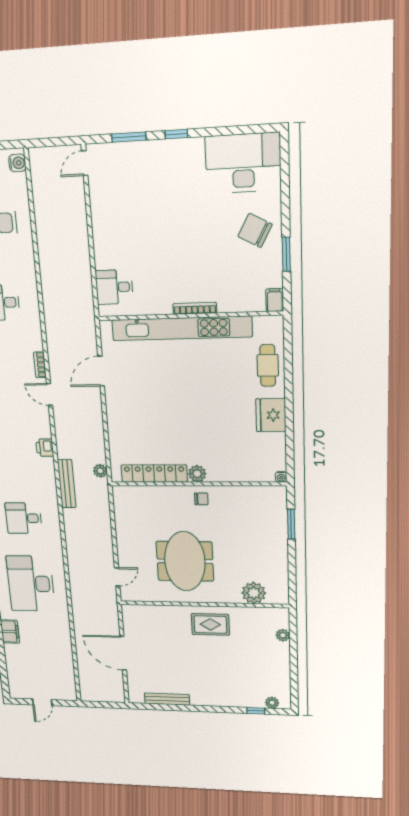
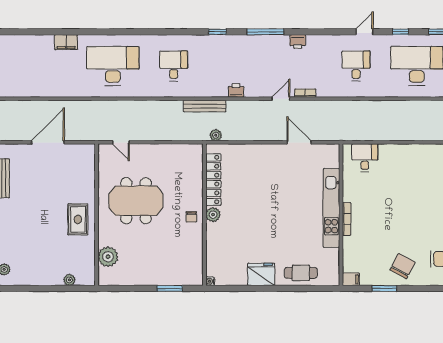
kitchen unit: (182, 328) -> (331, 208), width x0.73

